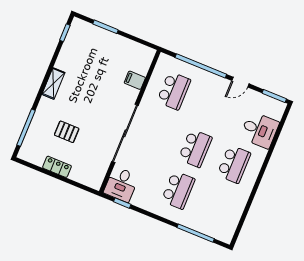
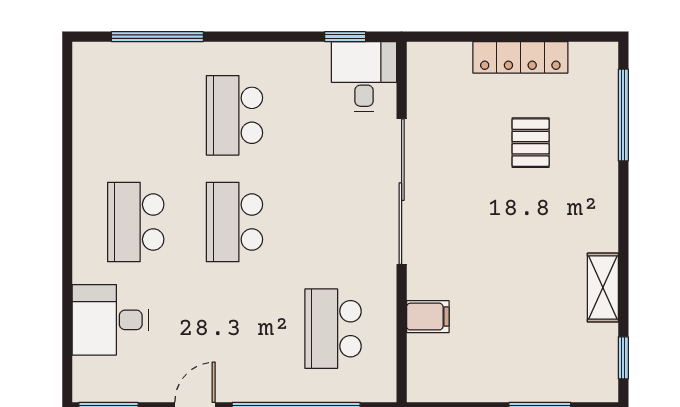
shelving: (53, 83) -> (603, 288), moved
pallet: (67, 132) -> (531, 143), turned 90
locker: (57, 167) -> (520, 57), width x1.53

